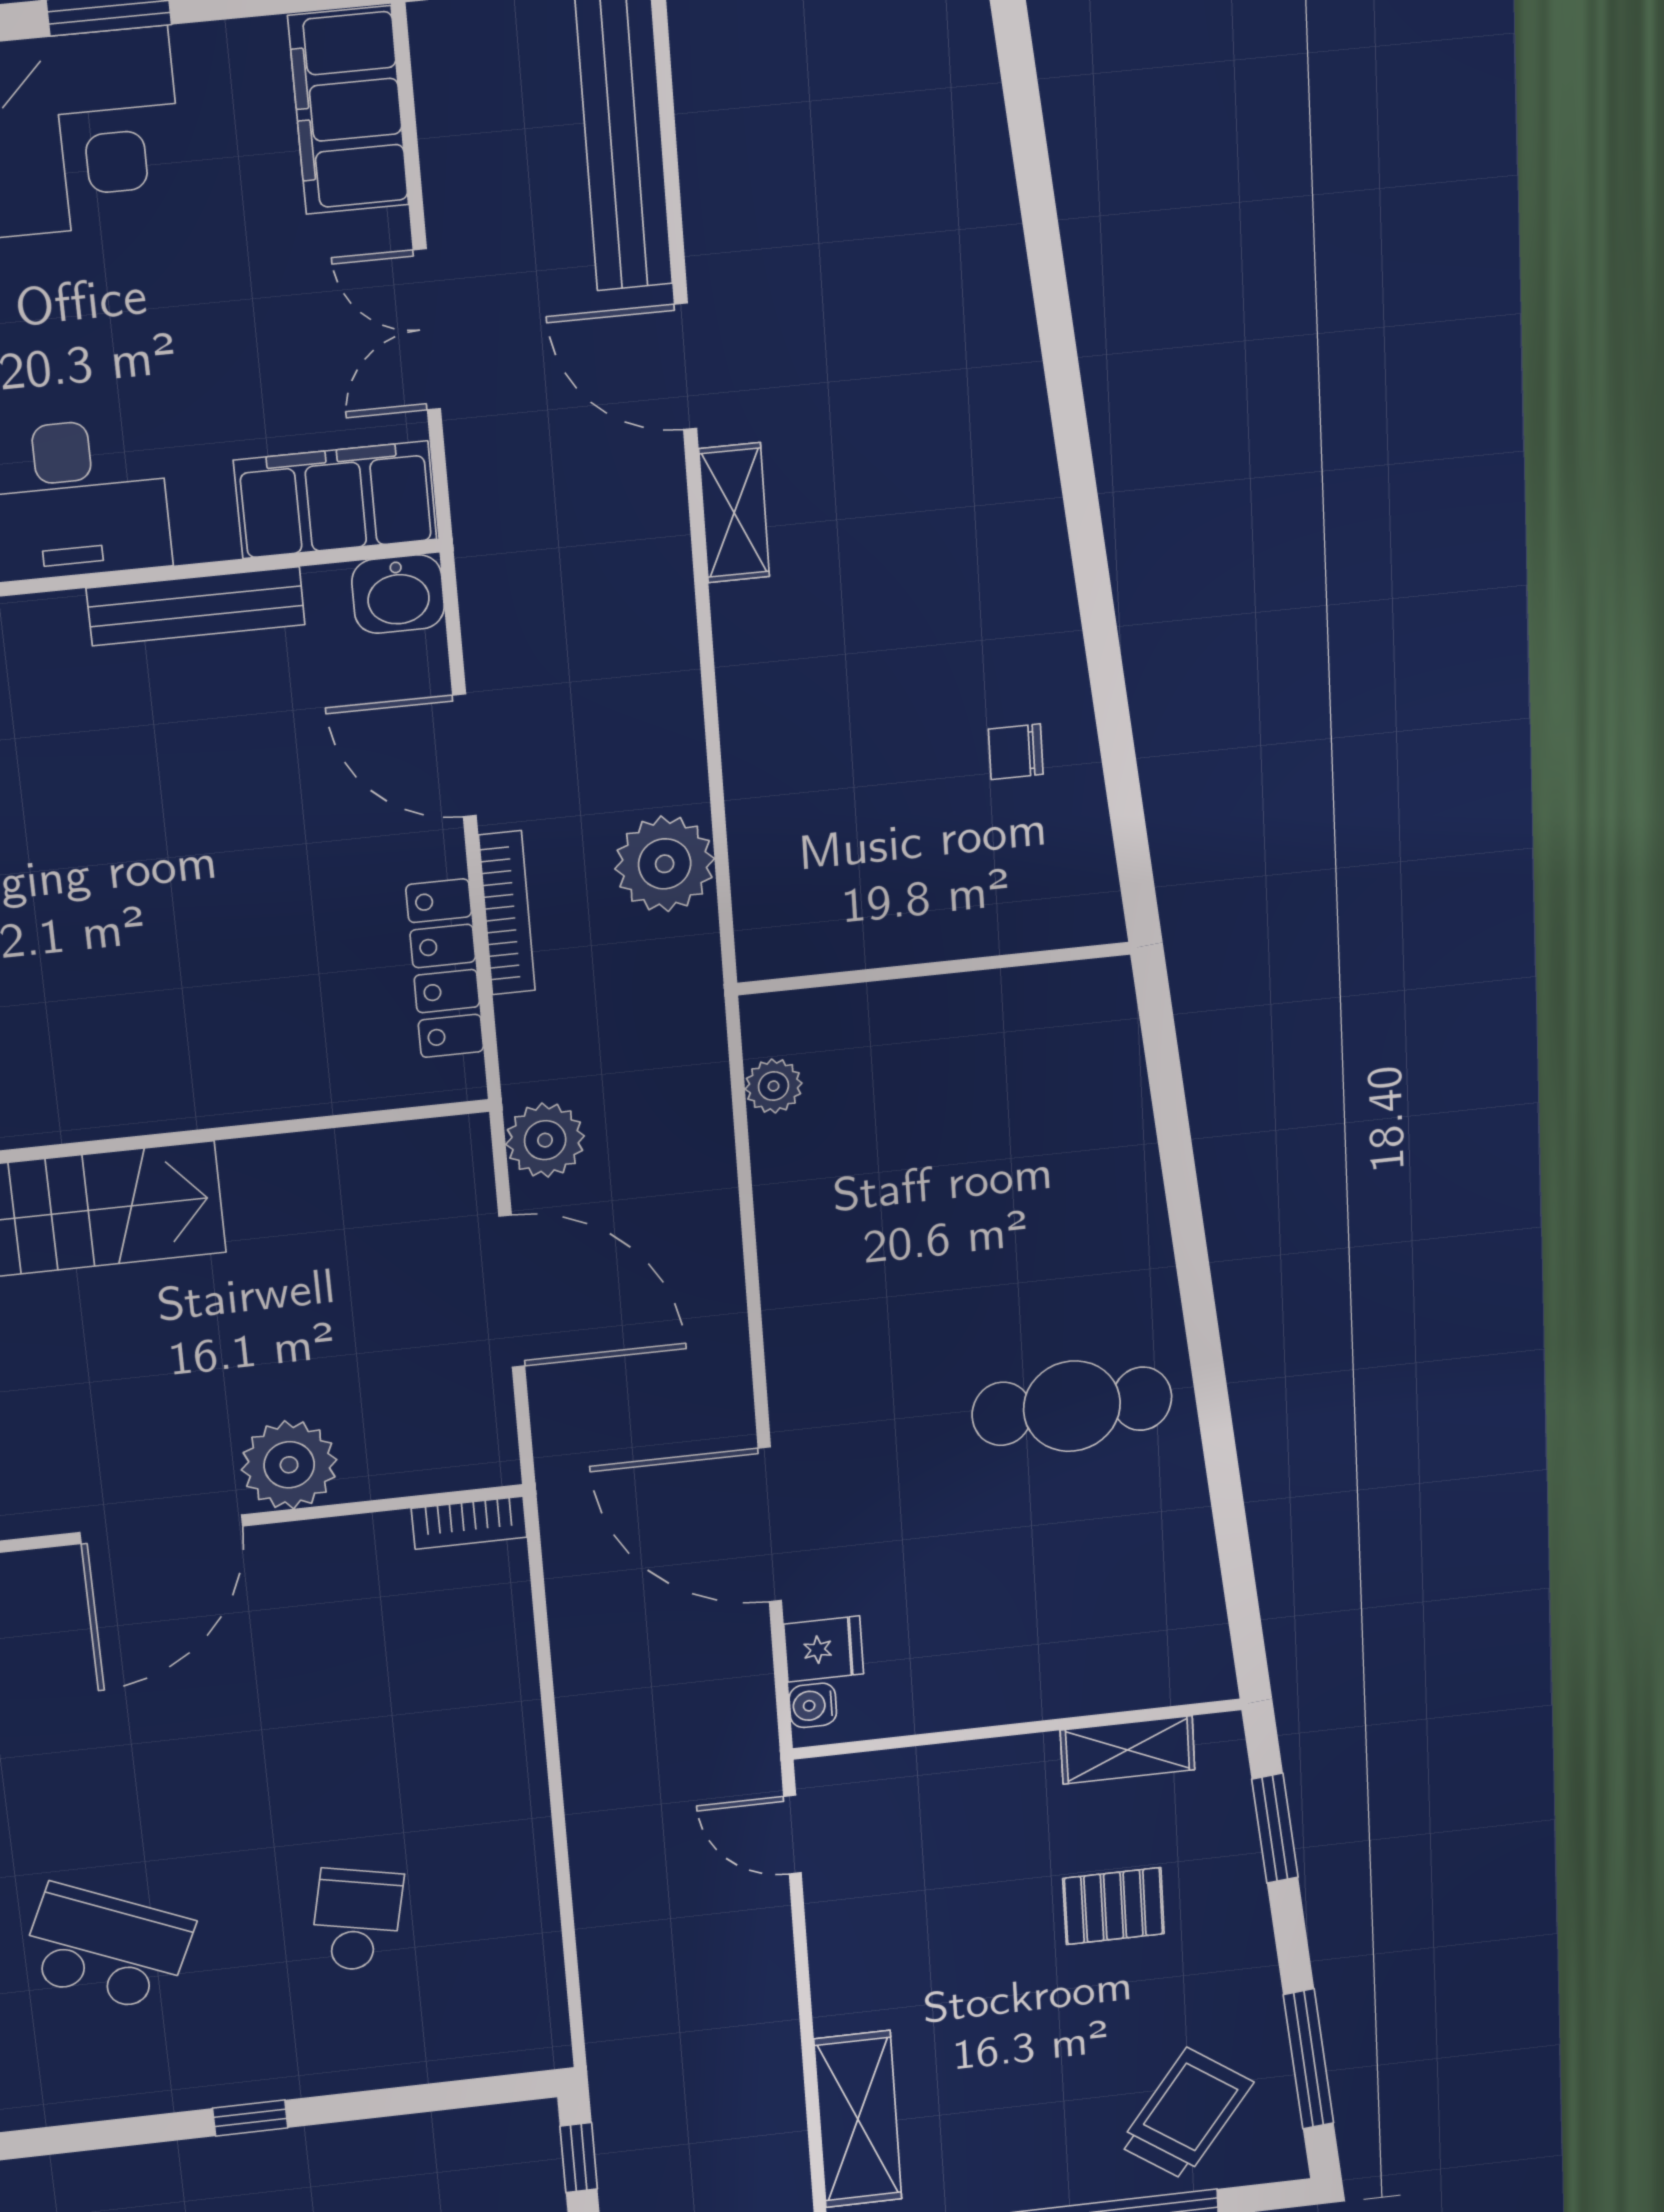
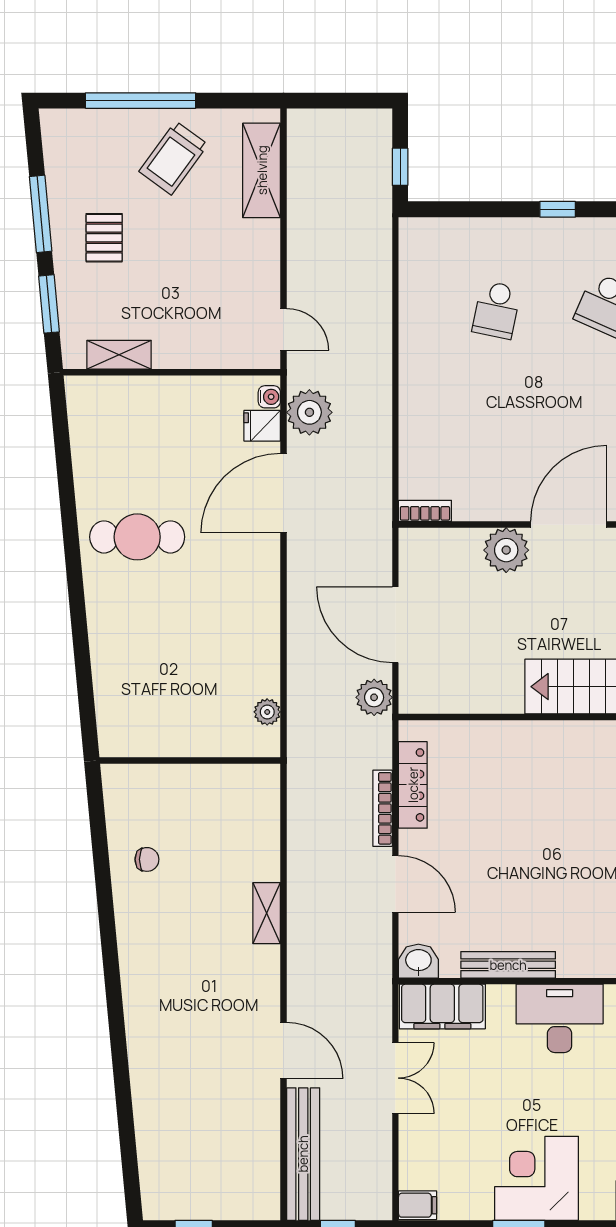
filing cabinet: (348, 110) -> (418, 1205), width x0.33, depth x0.86
shelving: (734, 513) -> (267, 913), moved
plant: (665, 864) -> (309, 412), moved
door: (770, 1525) -> (284, 493), swing flipped
pallet: (1113, 1906) -> (104, 238), moved, turned 90
window: (1309, 2059) -> (41, 214), moved
trolley: (1186, 2114) -> (174, 158), moved

